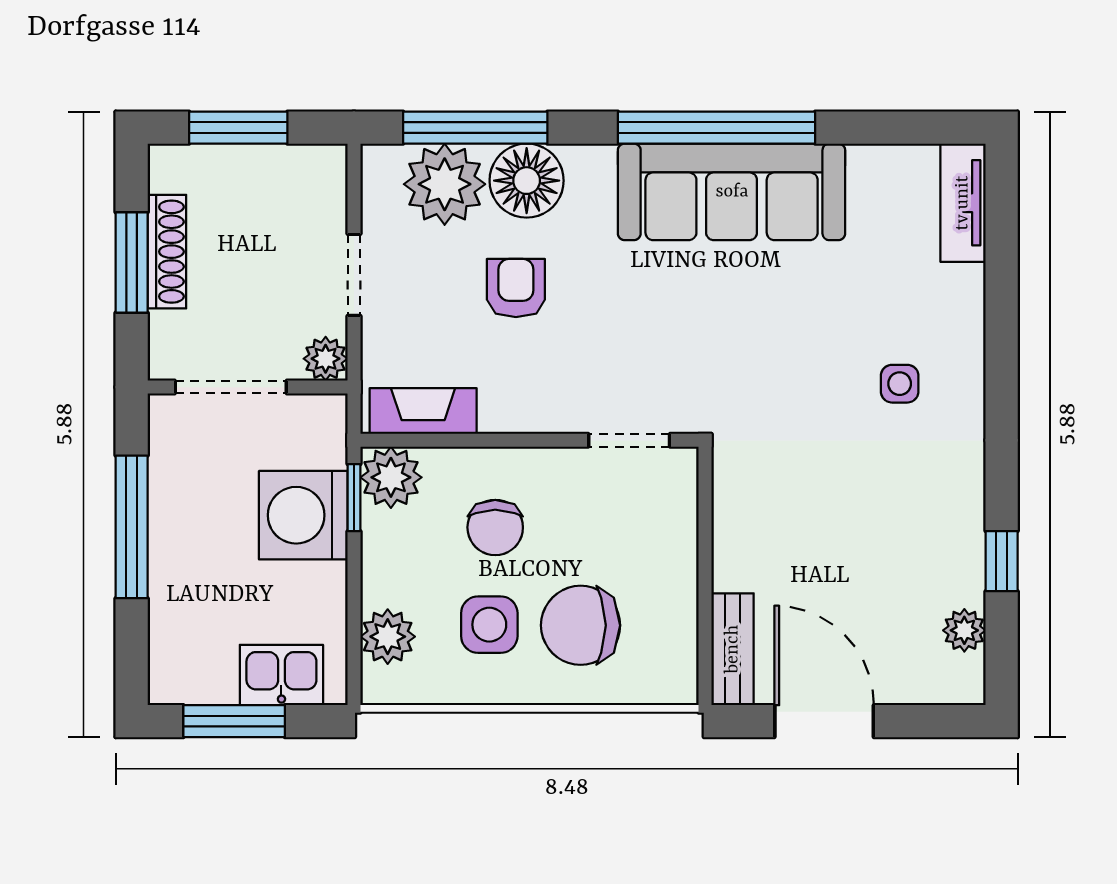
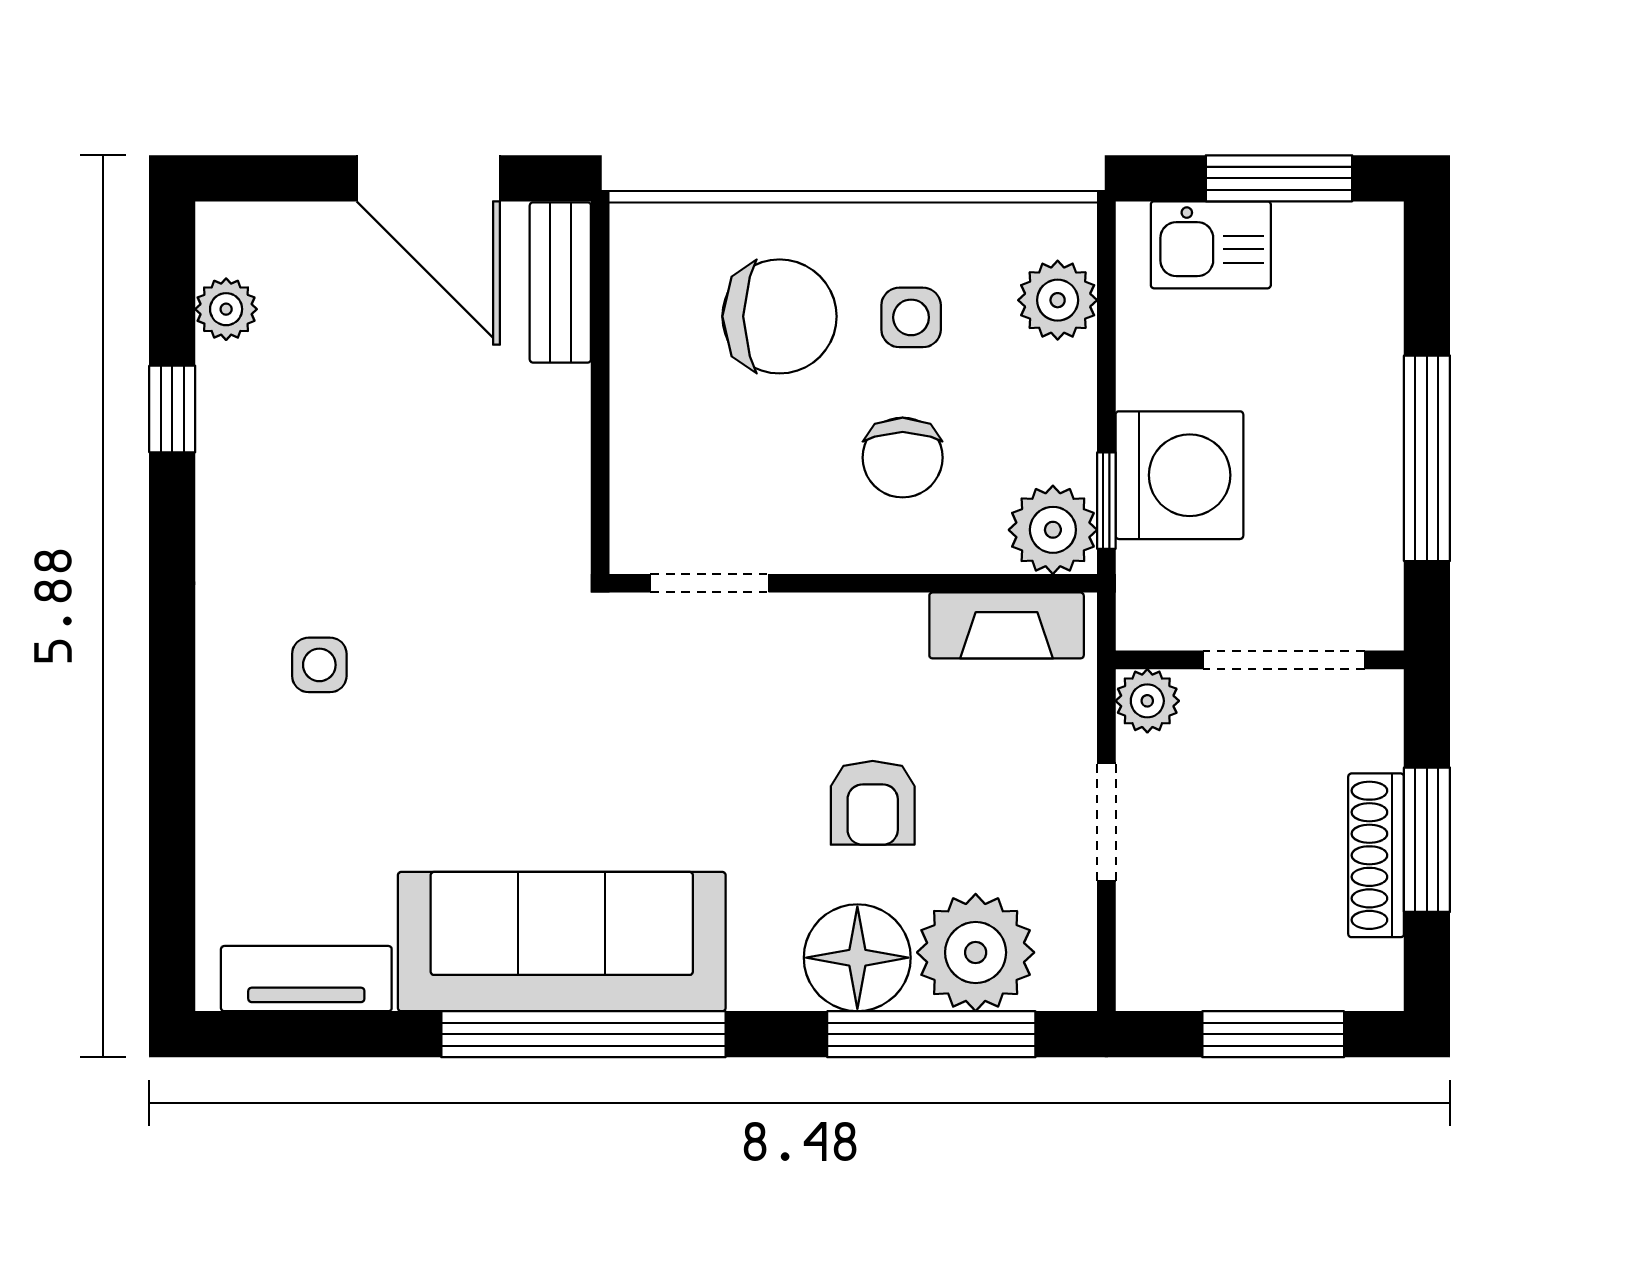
tv unit: (963, 203) -> (306, 979), moved, turned -90
chair: (495, 527) -> (903, 458), turned 180
side table: (489, 625) -> (911, 317), width x0.73, depth x0.73

